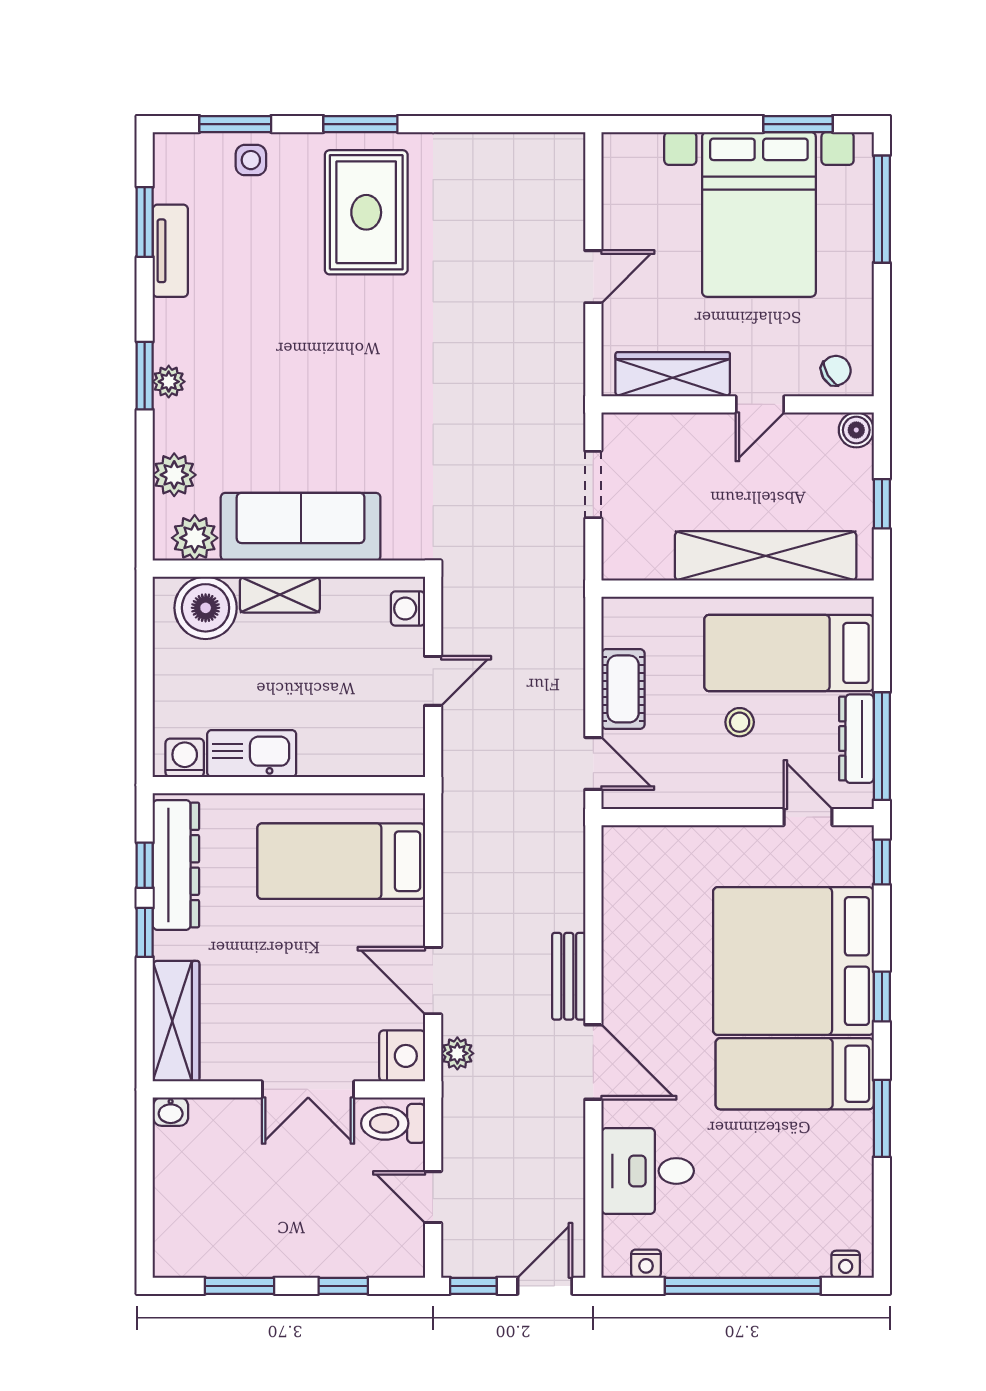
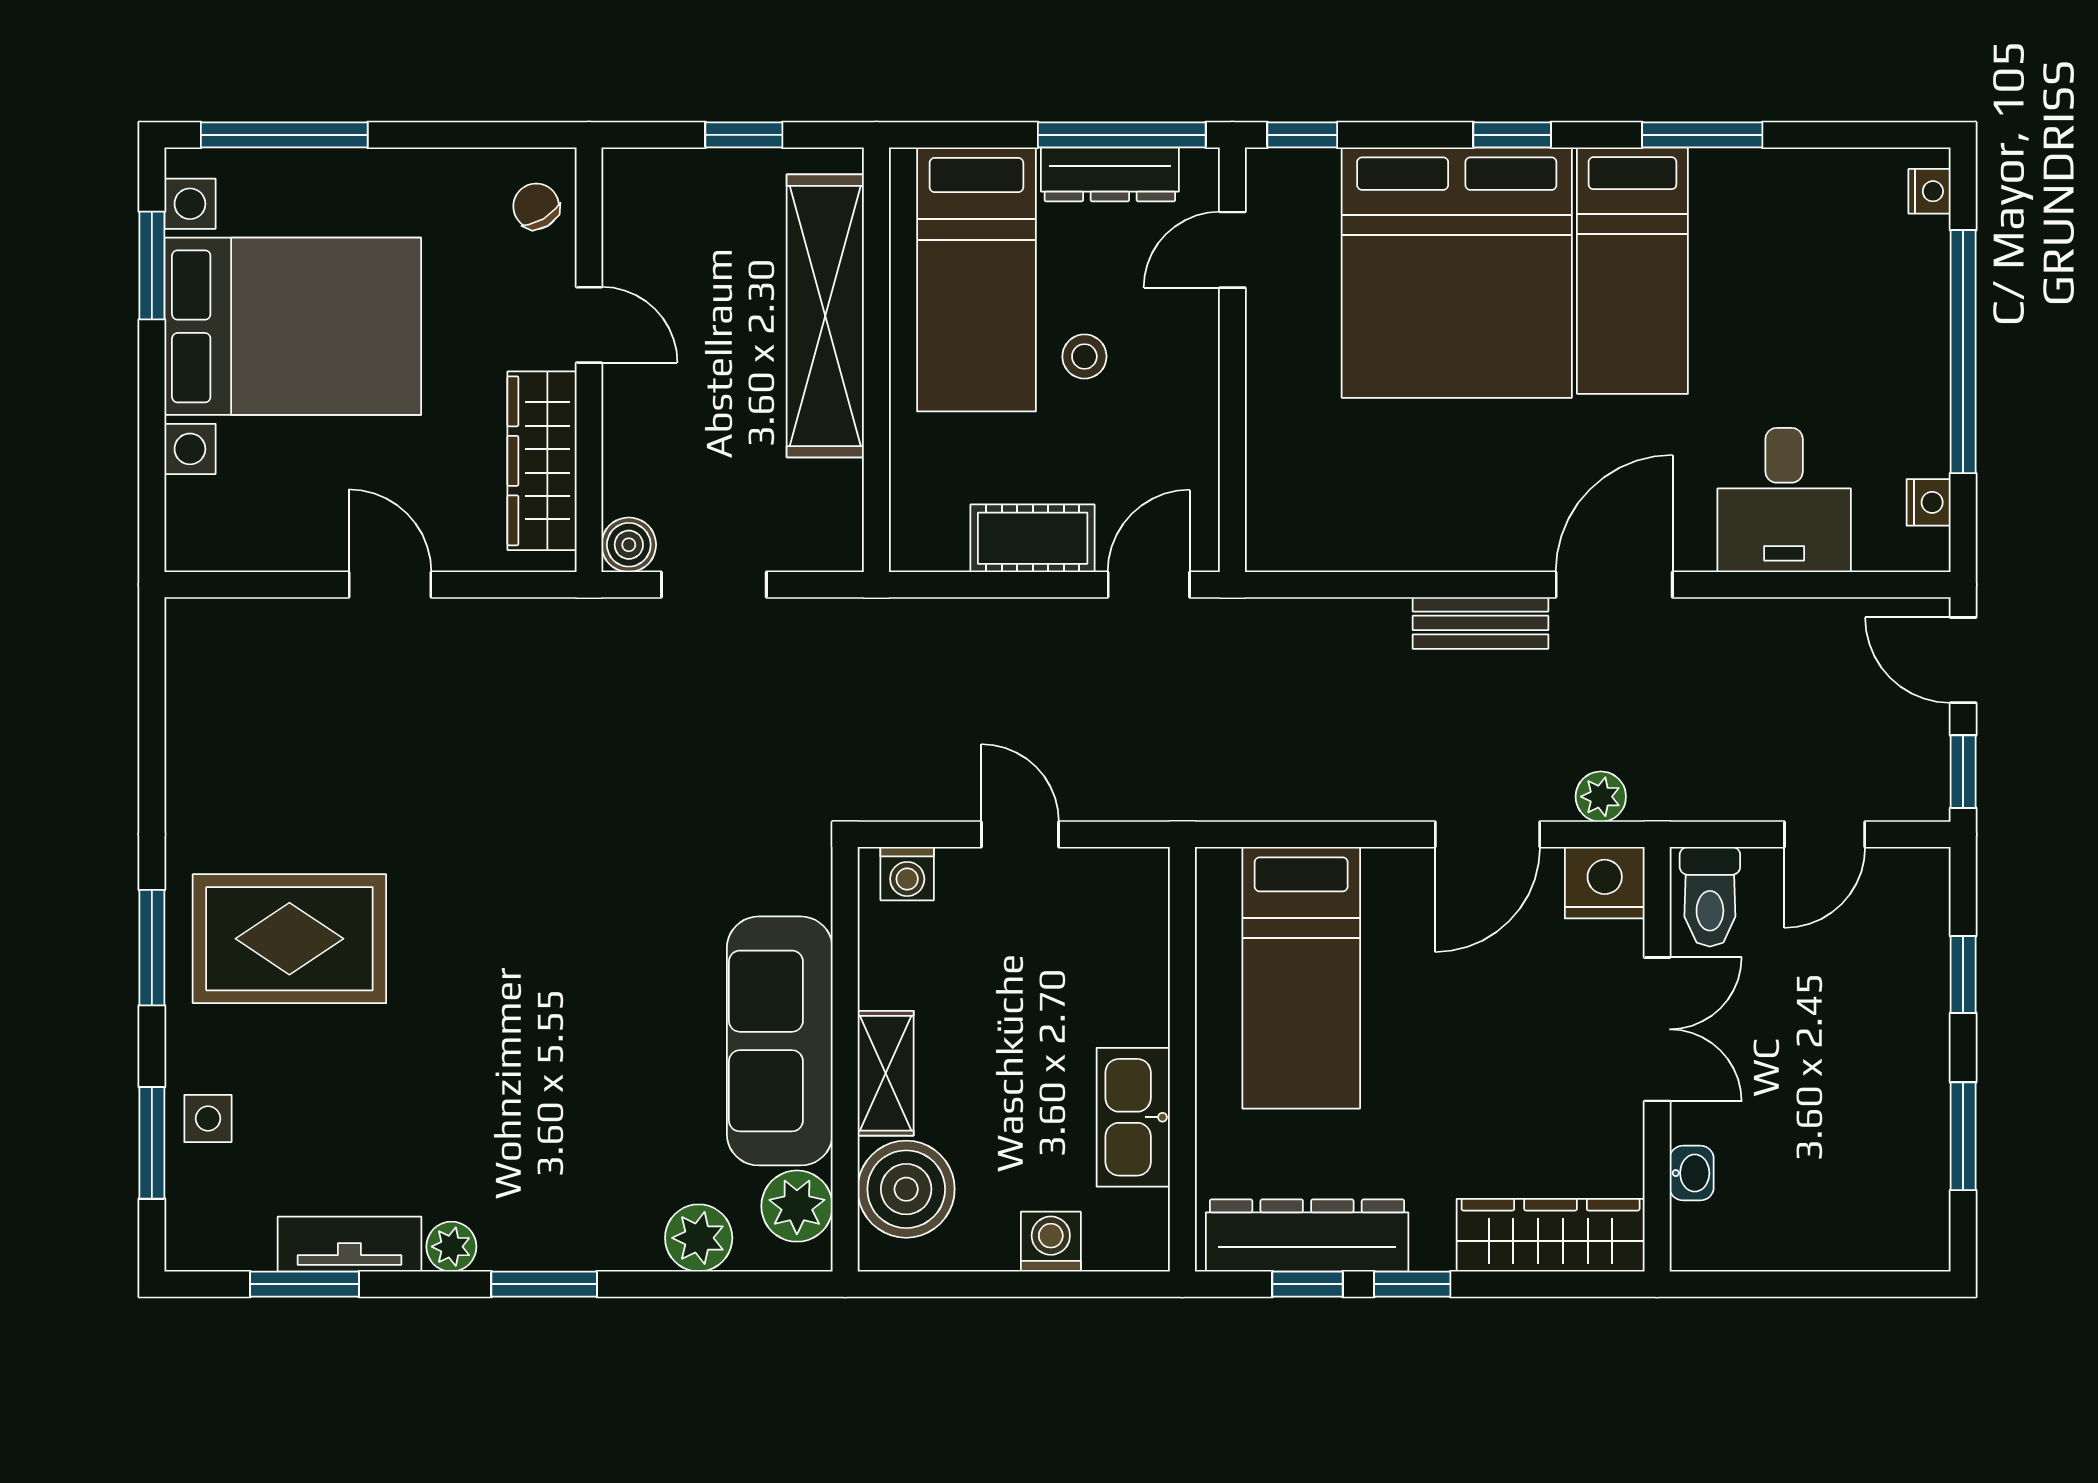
plant: (169, 382) -> (451, 1247), moved
boiler: (856, 430) -> (629, 545), moved
washing machine: (185, 758) -> (1051, 1242), moved, turned 90
washbasin: (171, 1112) -> (1692, 1173), moved

